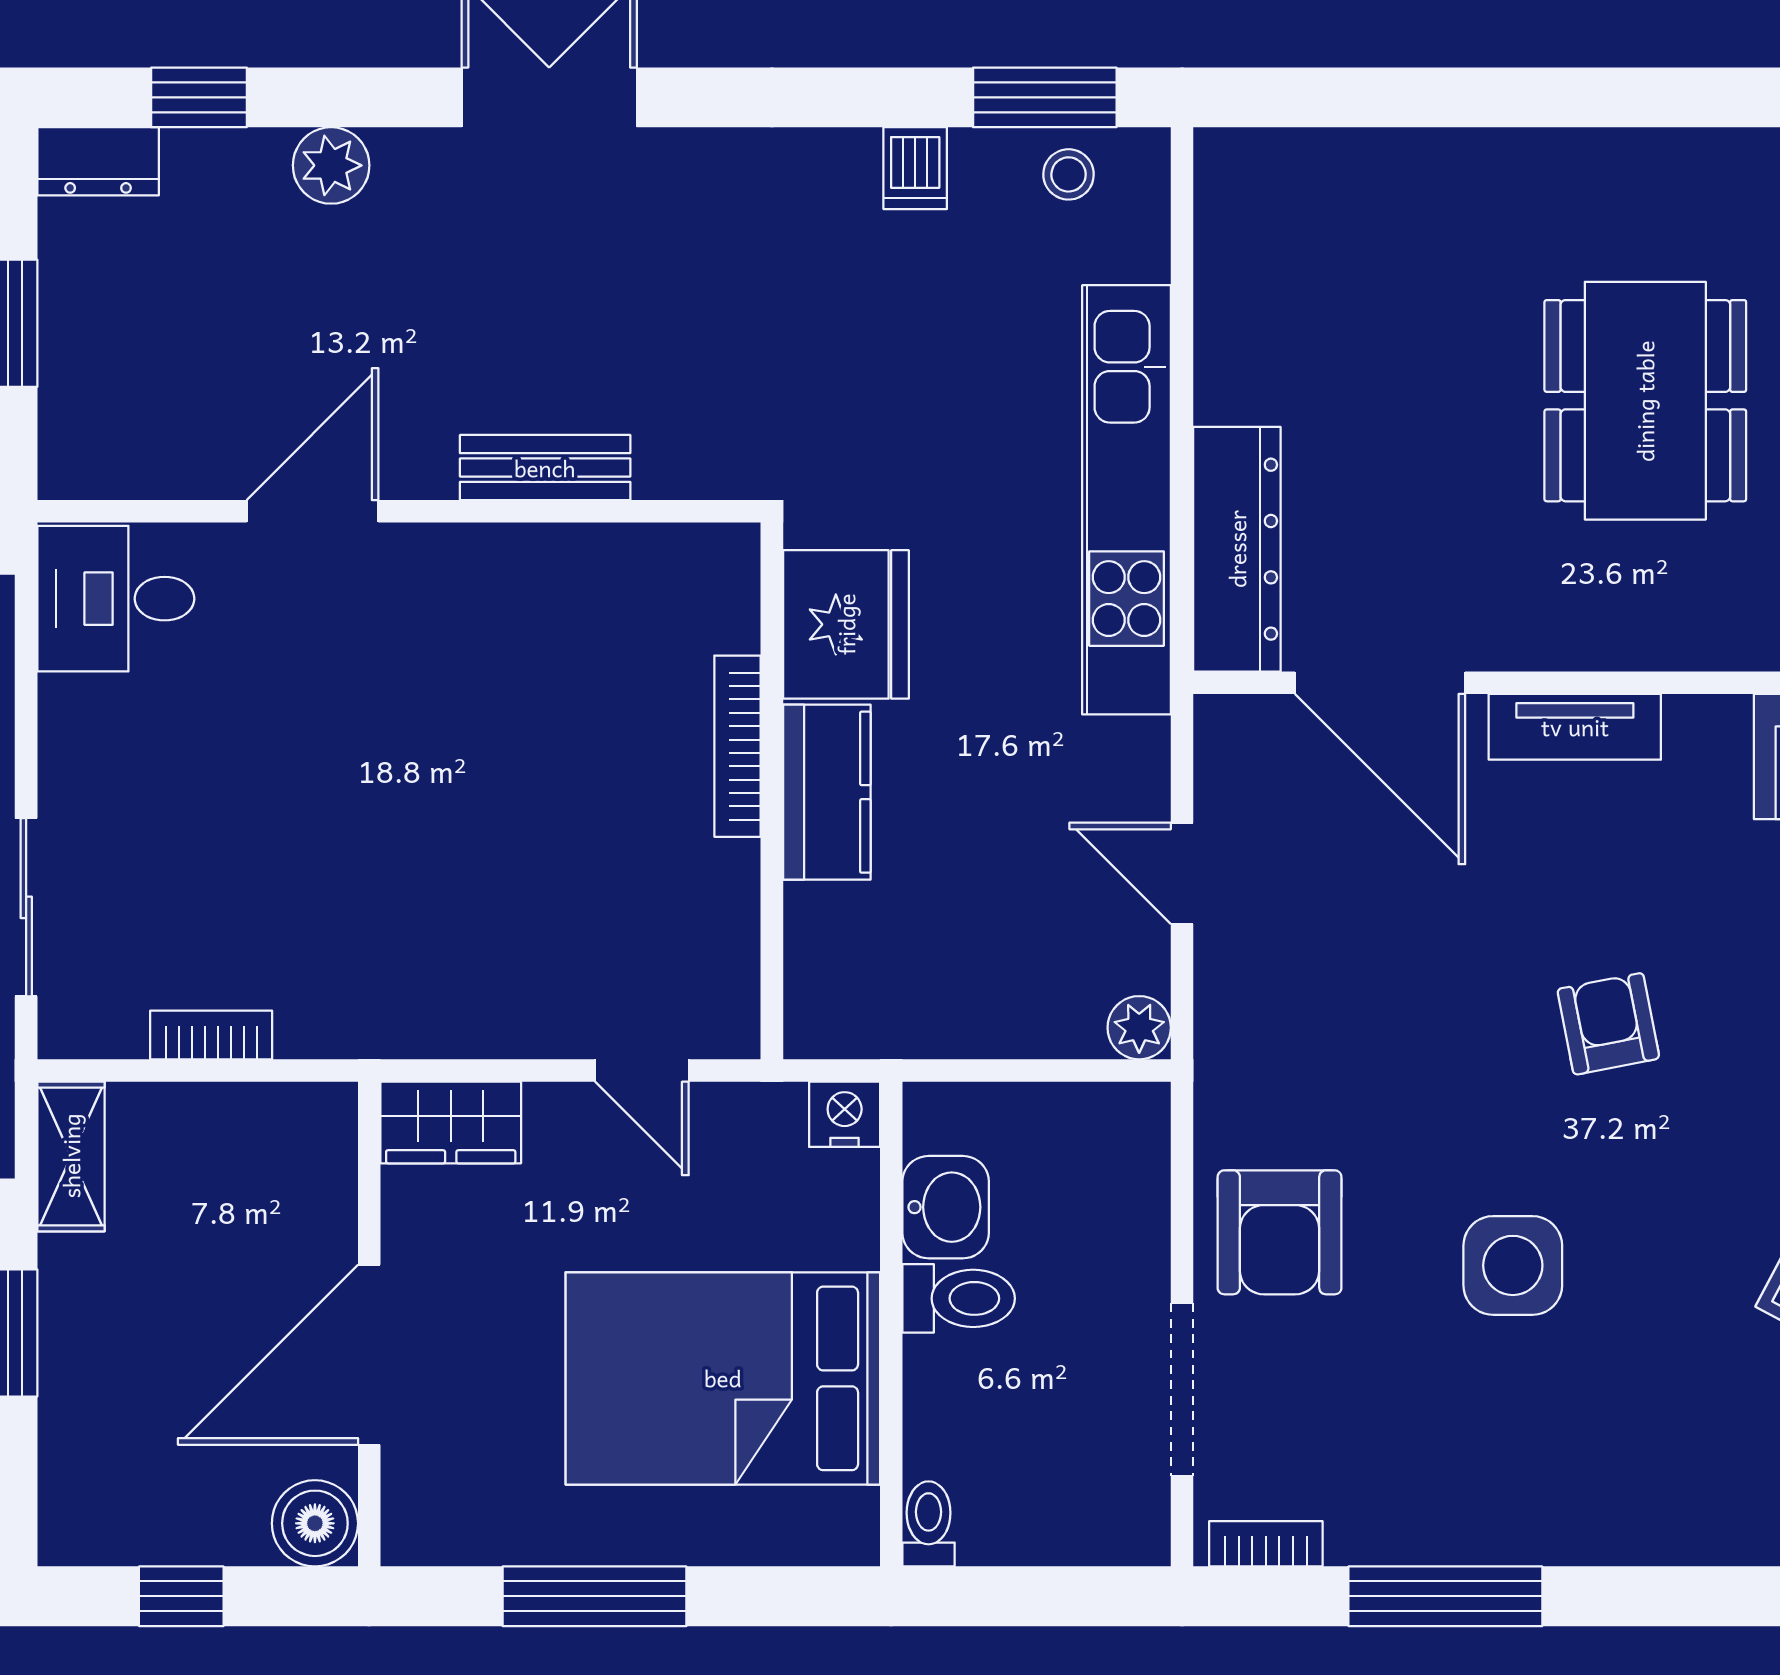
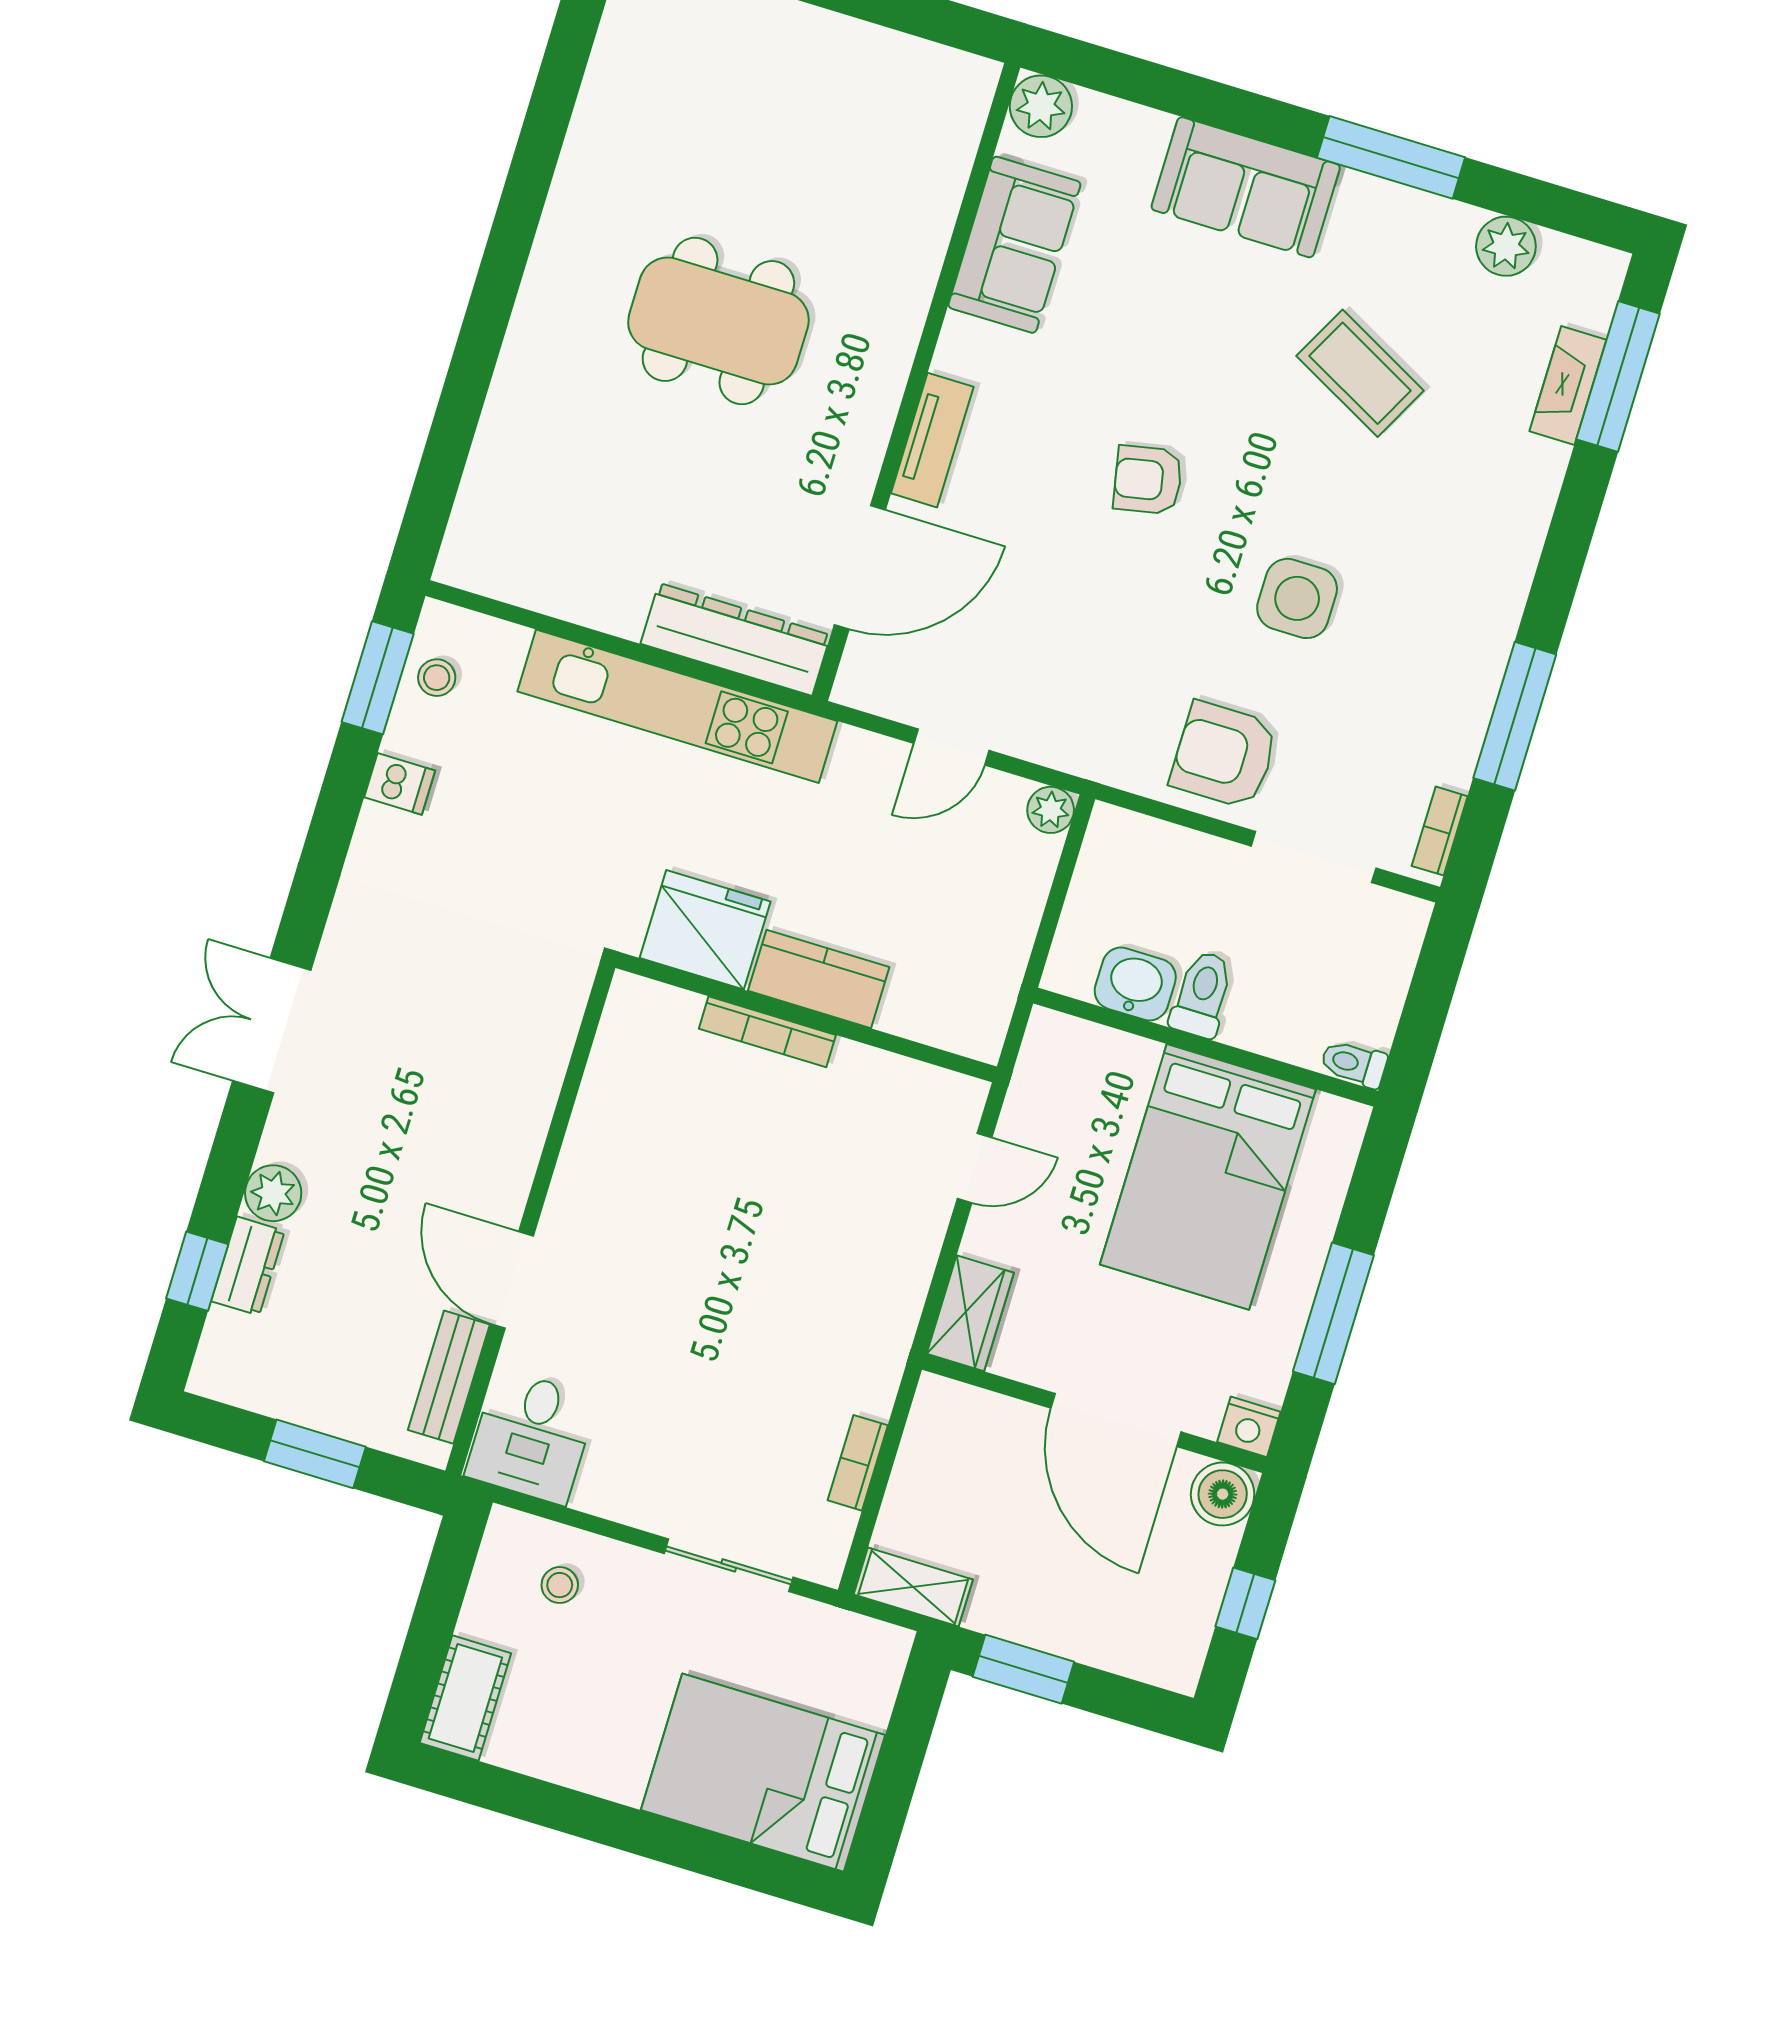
dresser: (98, 161) -> (248, 1266), moved
bench: (545, 468) -> (449, 1377), moved
nightstand: (845, 1114) -> (1249, 1427), moved, turned -90
armchair: (1280, 1232) -> (1224, 755), turned 180

